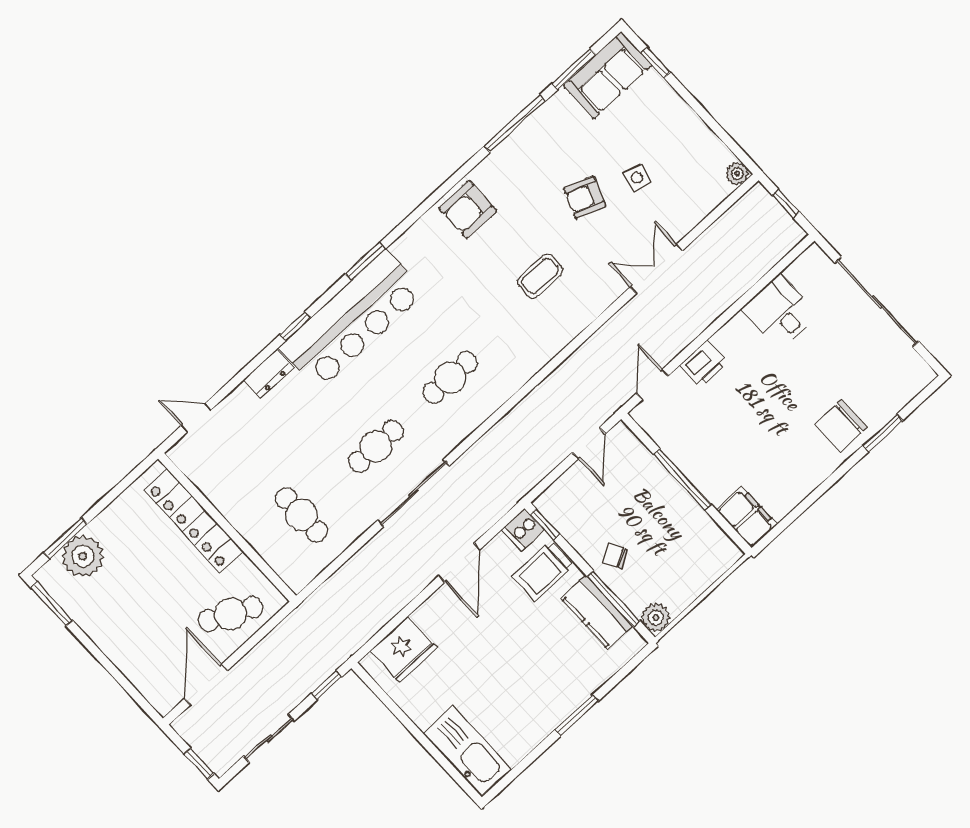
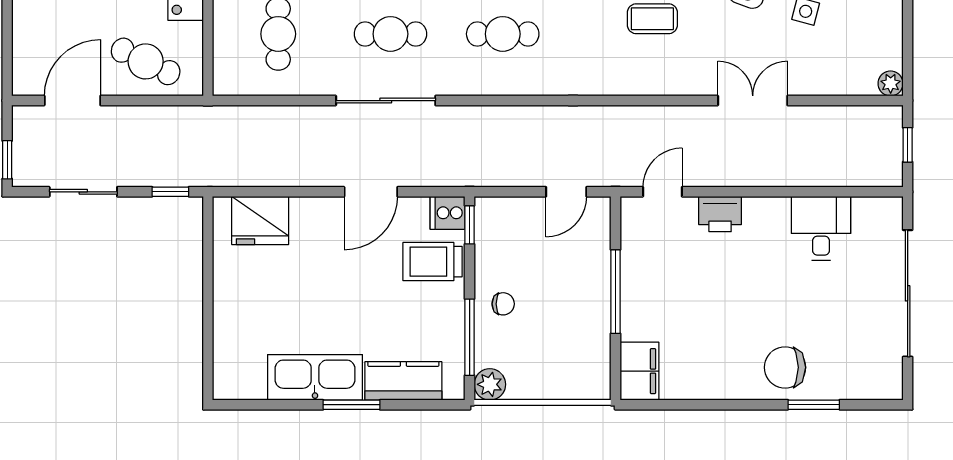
chair: (615, 556) -> (503, 304), turned 120
kitchen counter: (597, 612) -> (403, 381), moved, turned 90
kitchen sink: (467, 751) -> (315, 377), moved, turned -90

